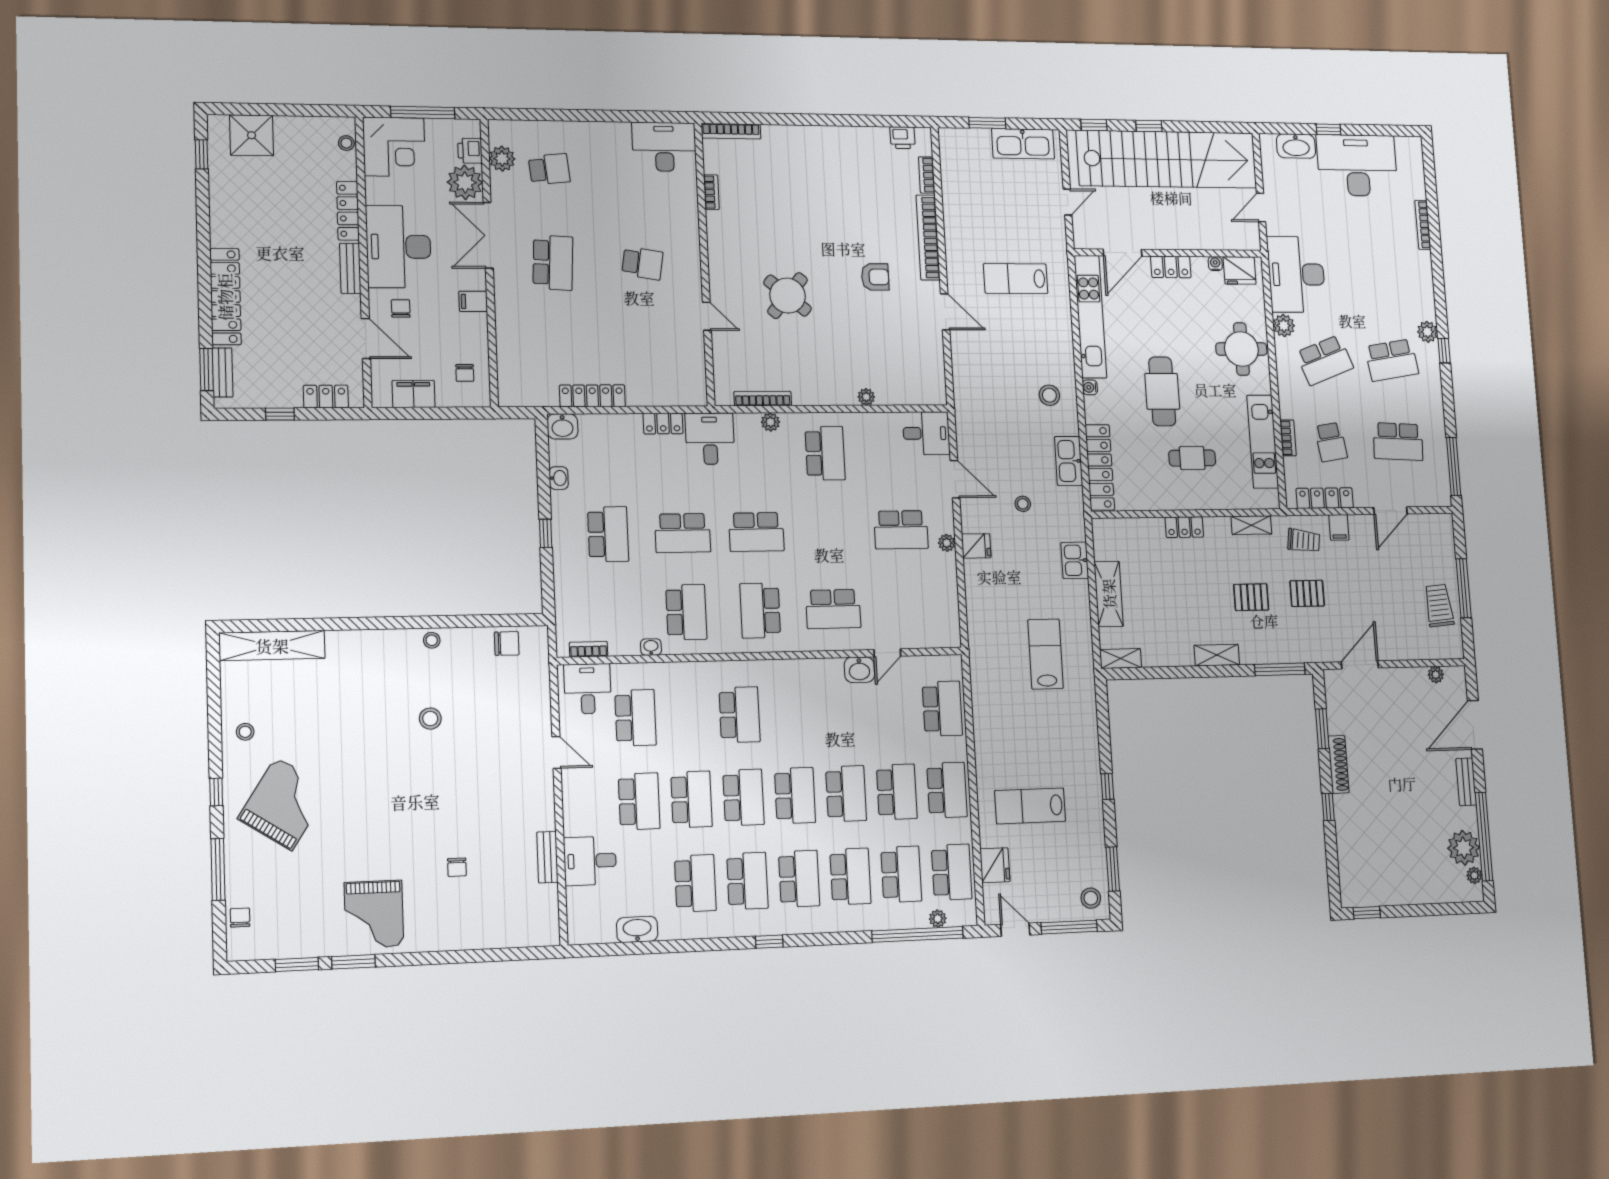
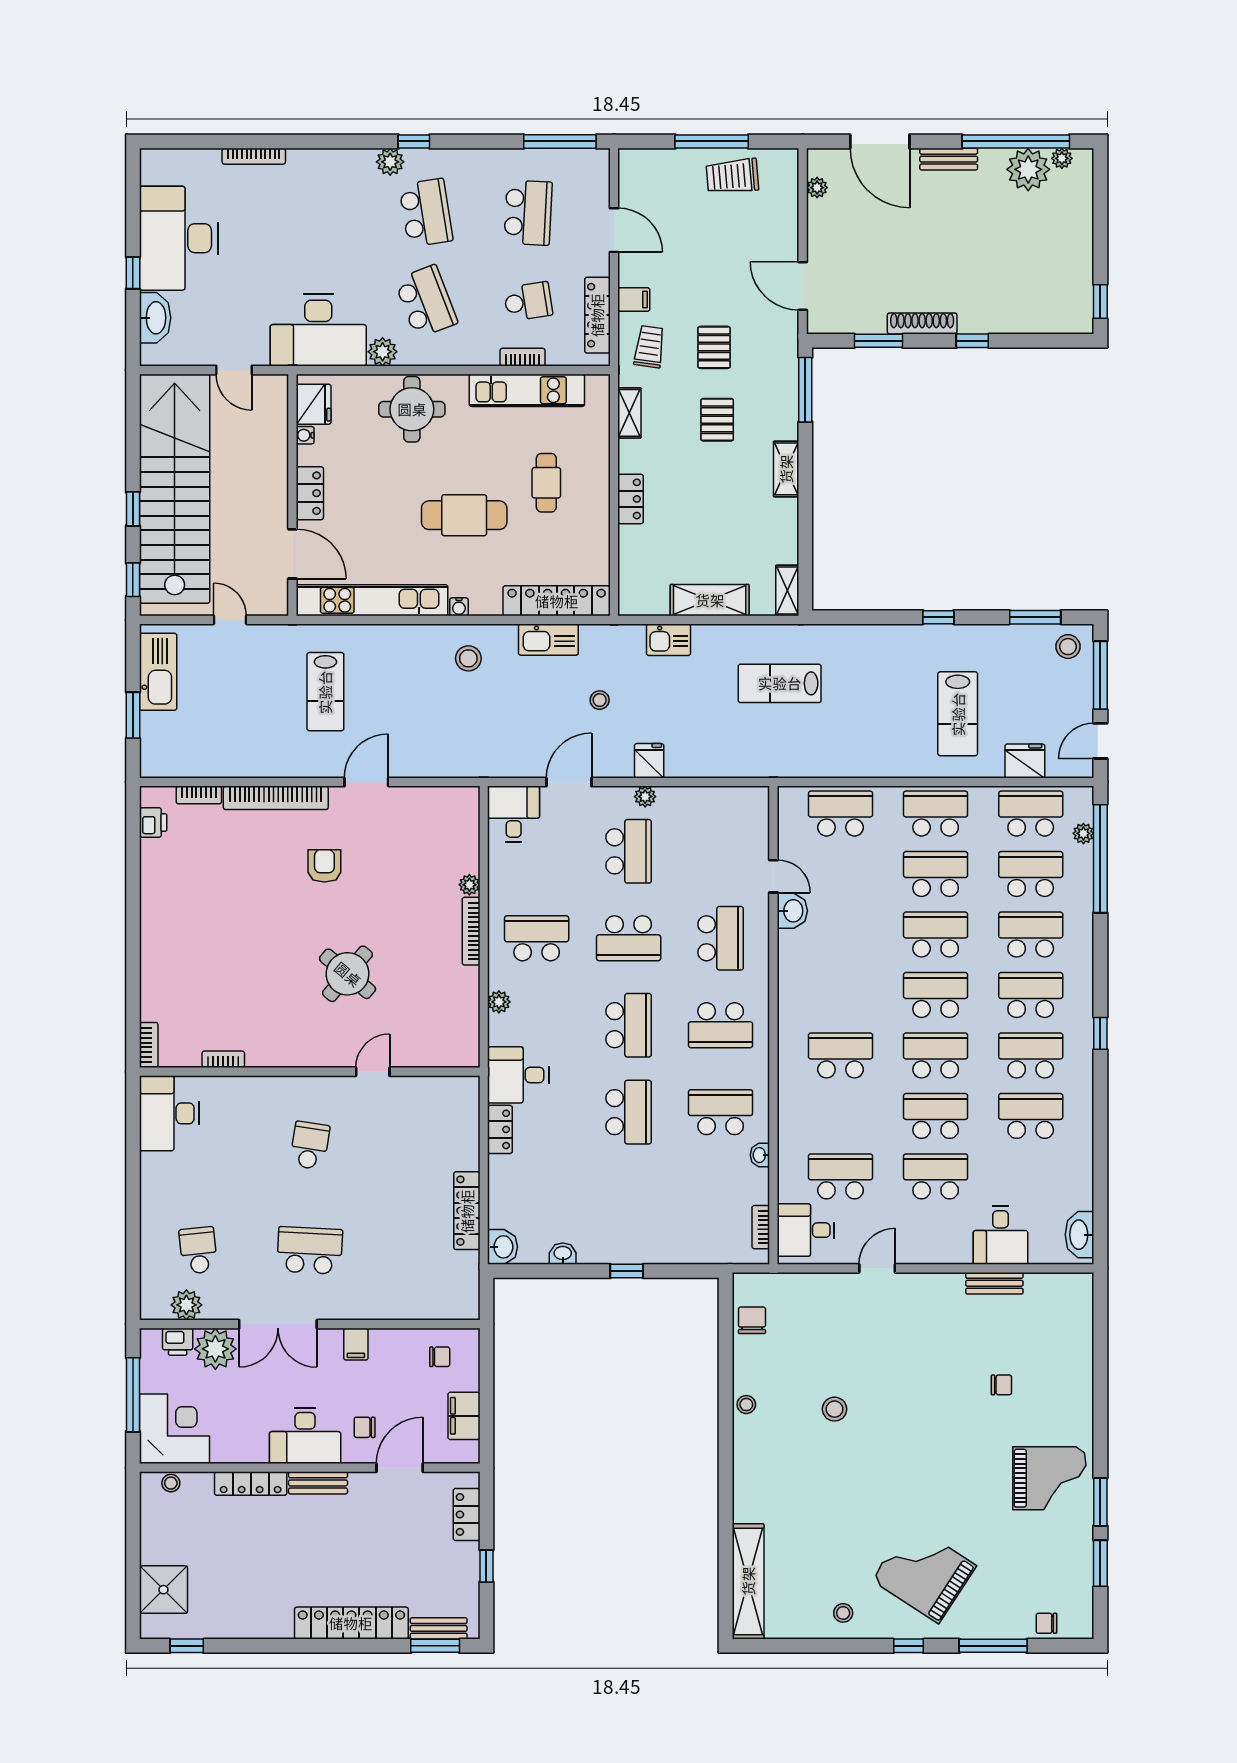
bookcase: (731, 131) -> (149, 1045), width x0.64
desk: (399, 247) -> (305, 1436), width x0.73, depth x0.77
bookcase: (763, 399) -> (471, 931), moved
school desk: (608, 534) -> (629, 938), moved, turned 180
washbasin: (637, 929) -> (1080, 1235), moved

